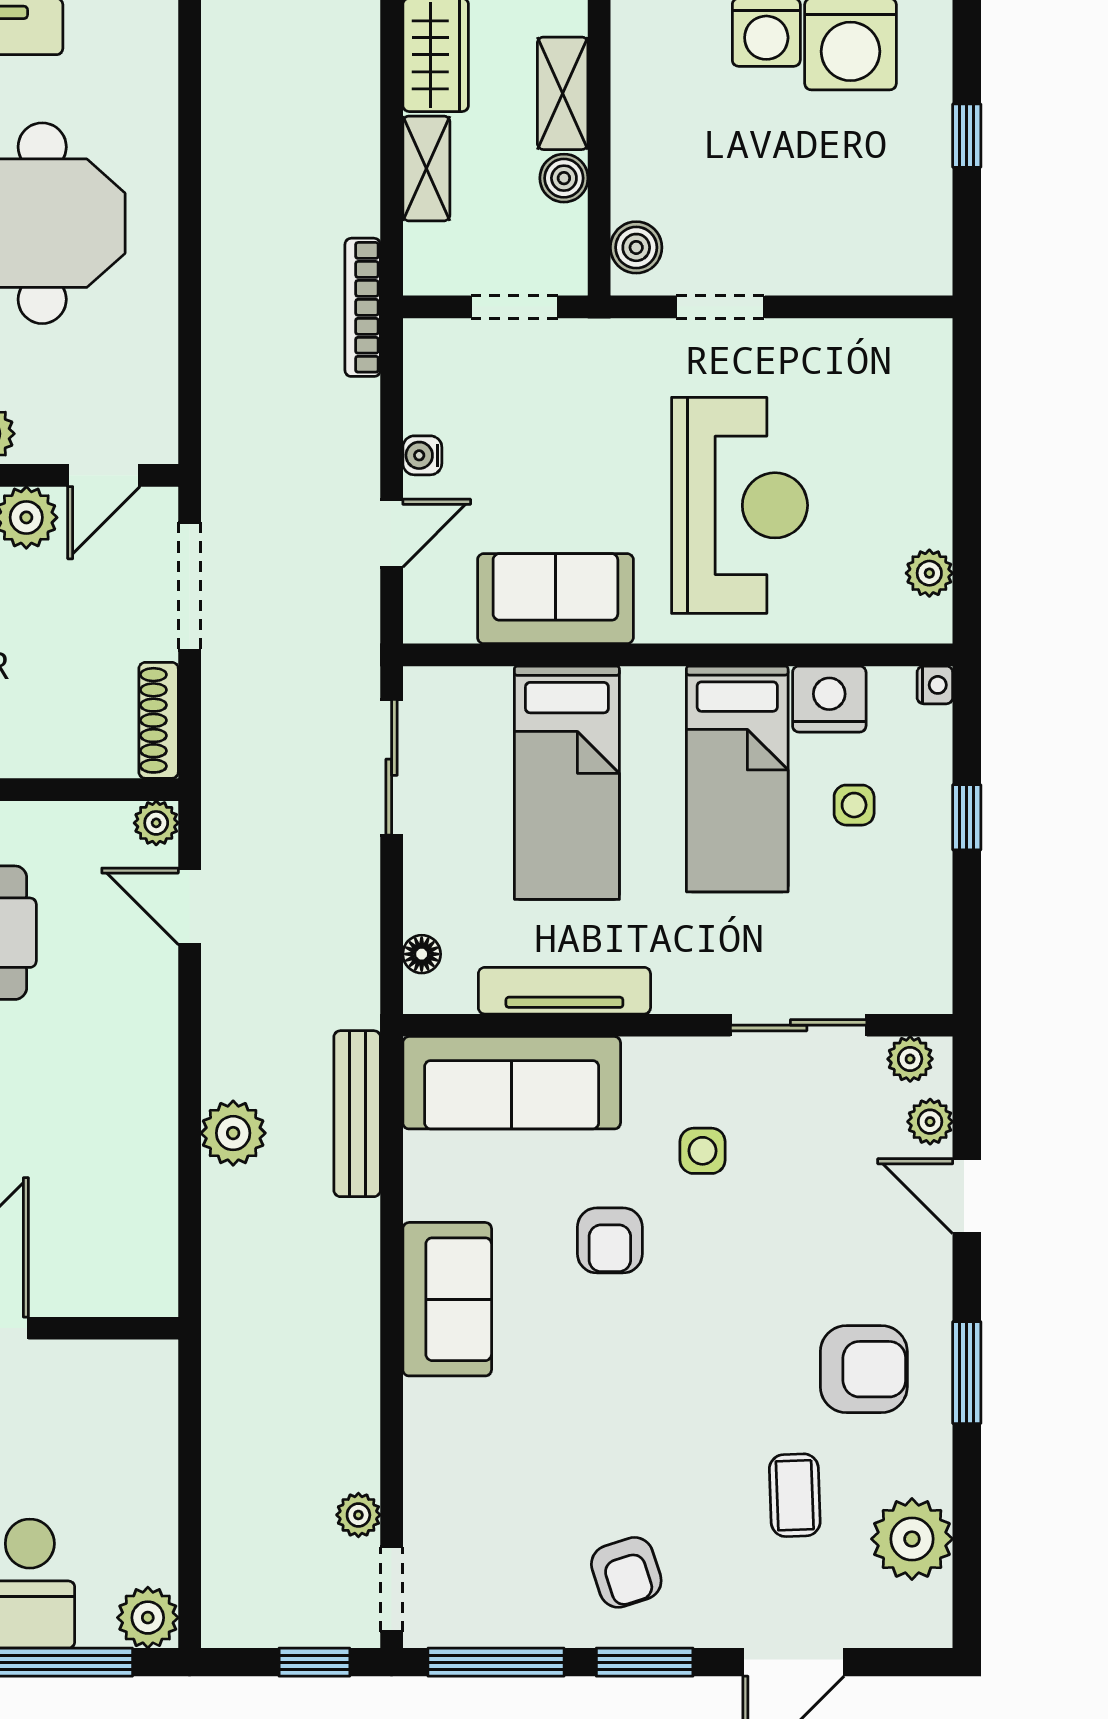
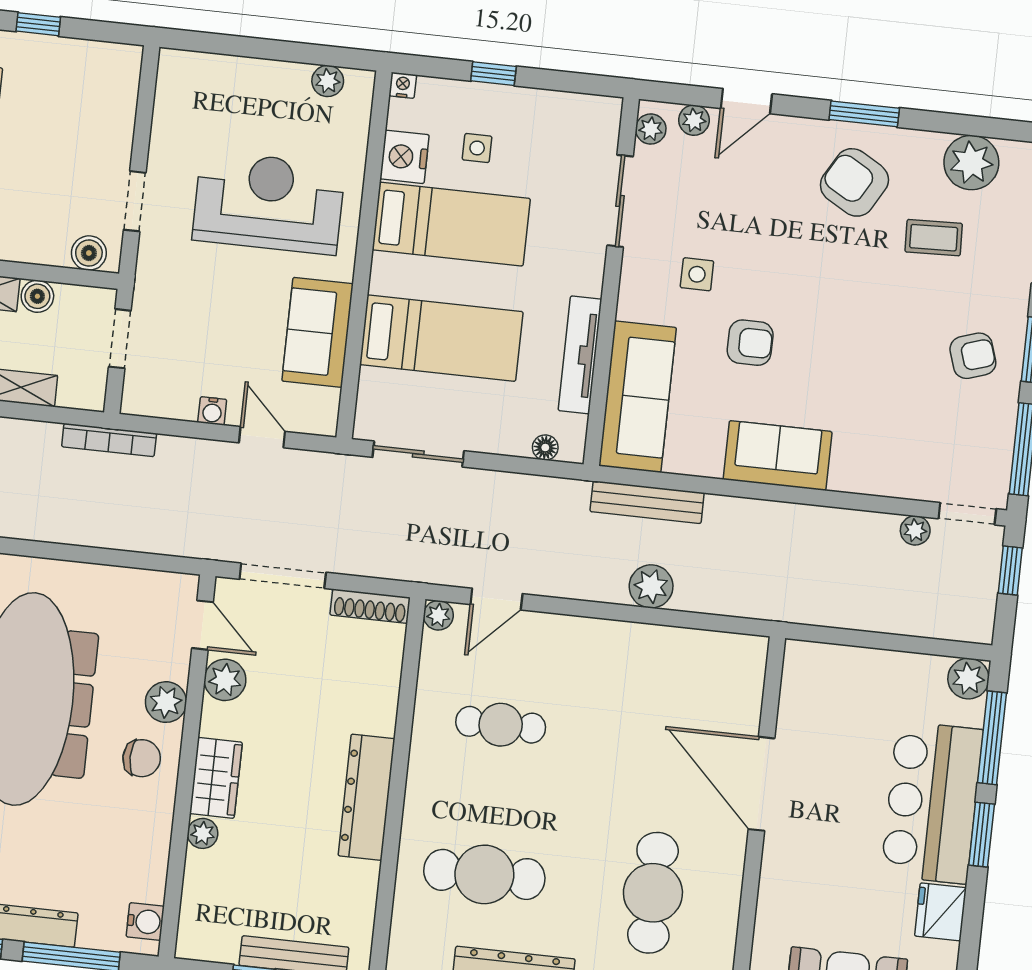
armchair: (864, 1369) -> (854, 182), turned -60

